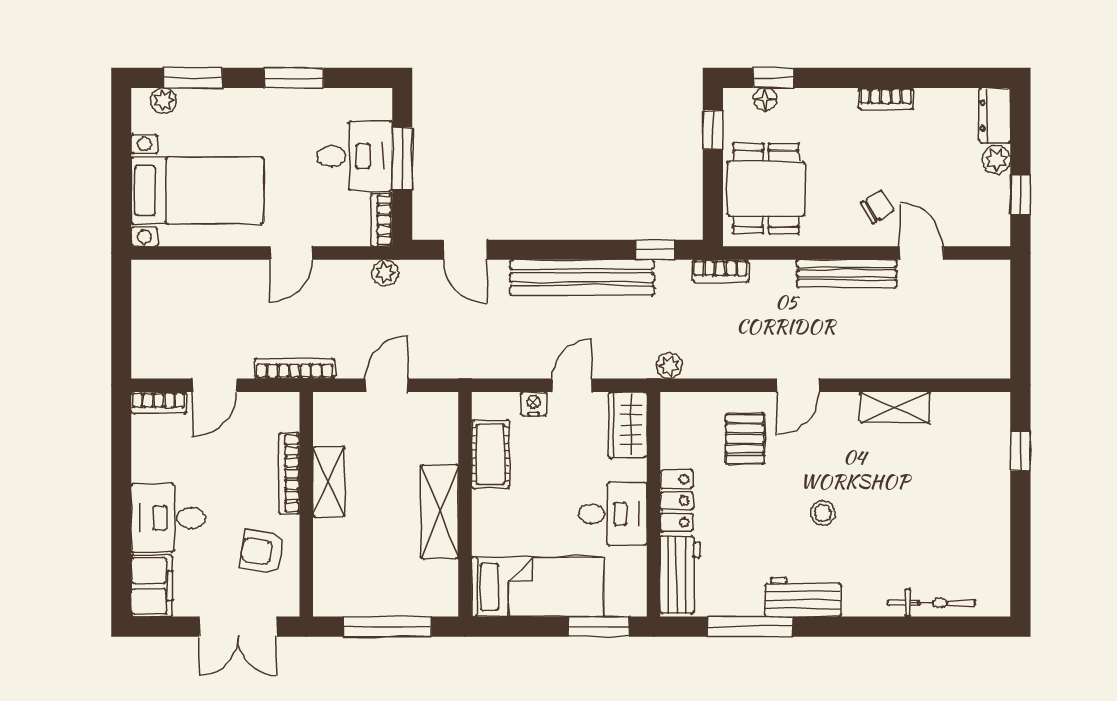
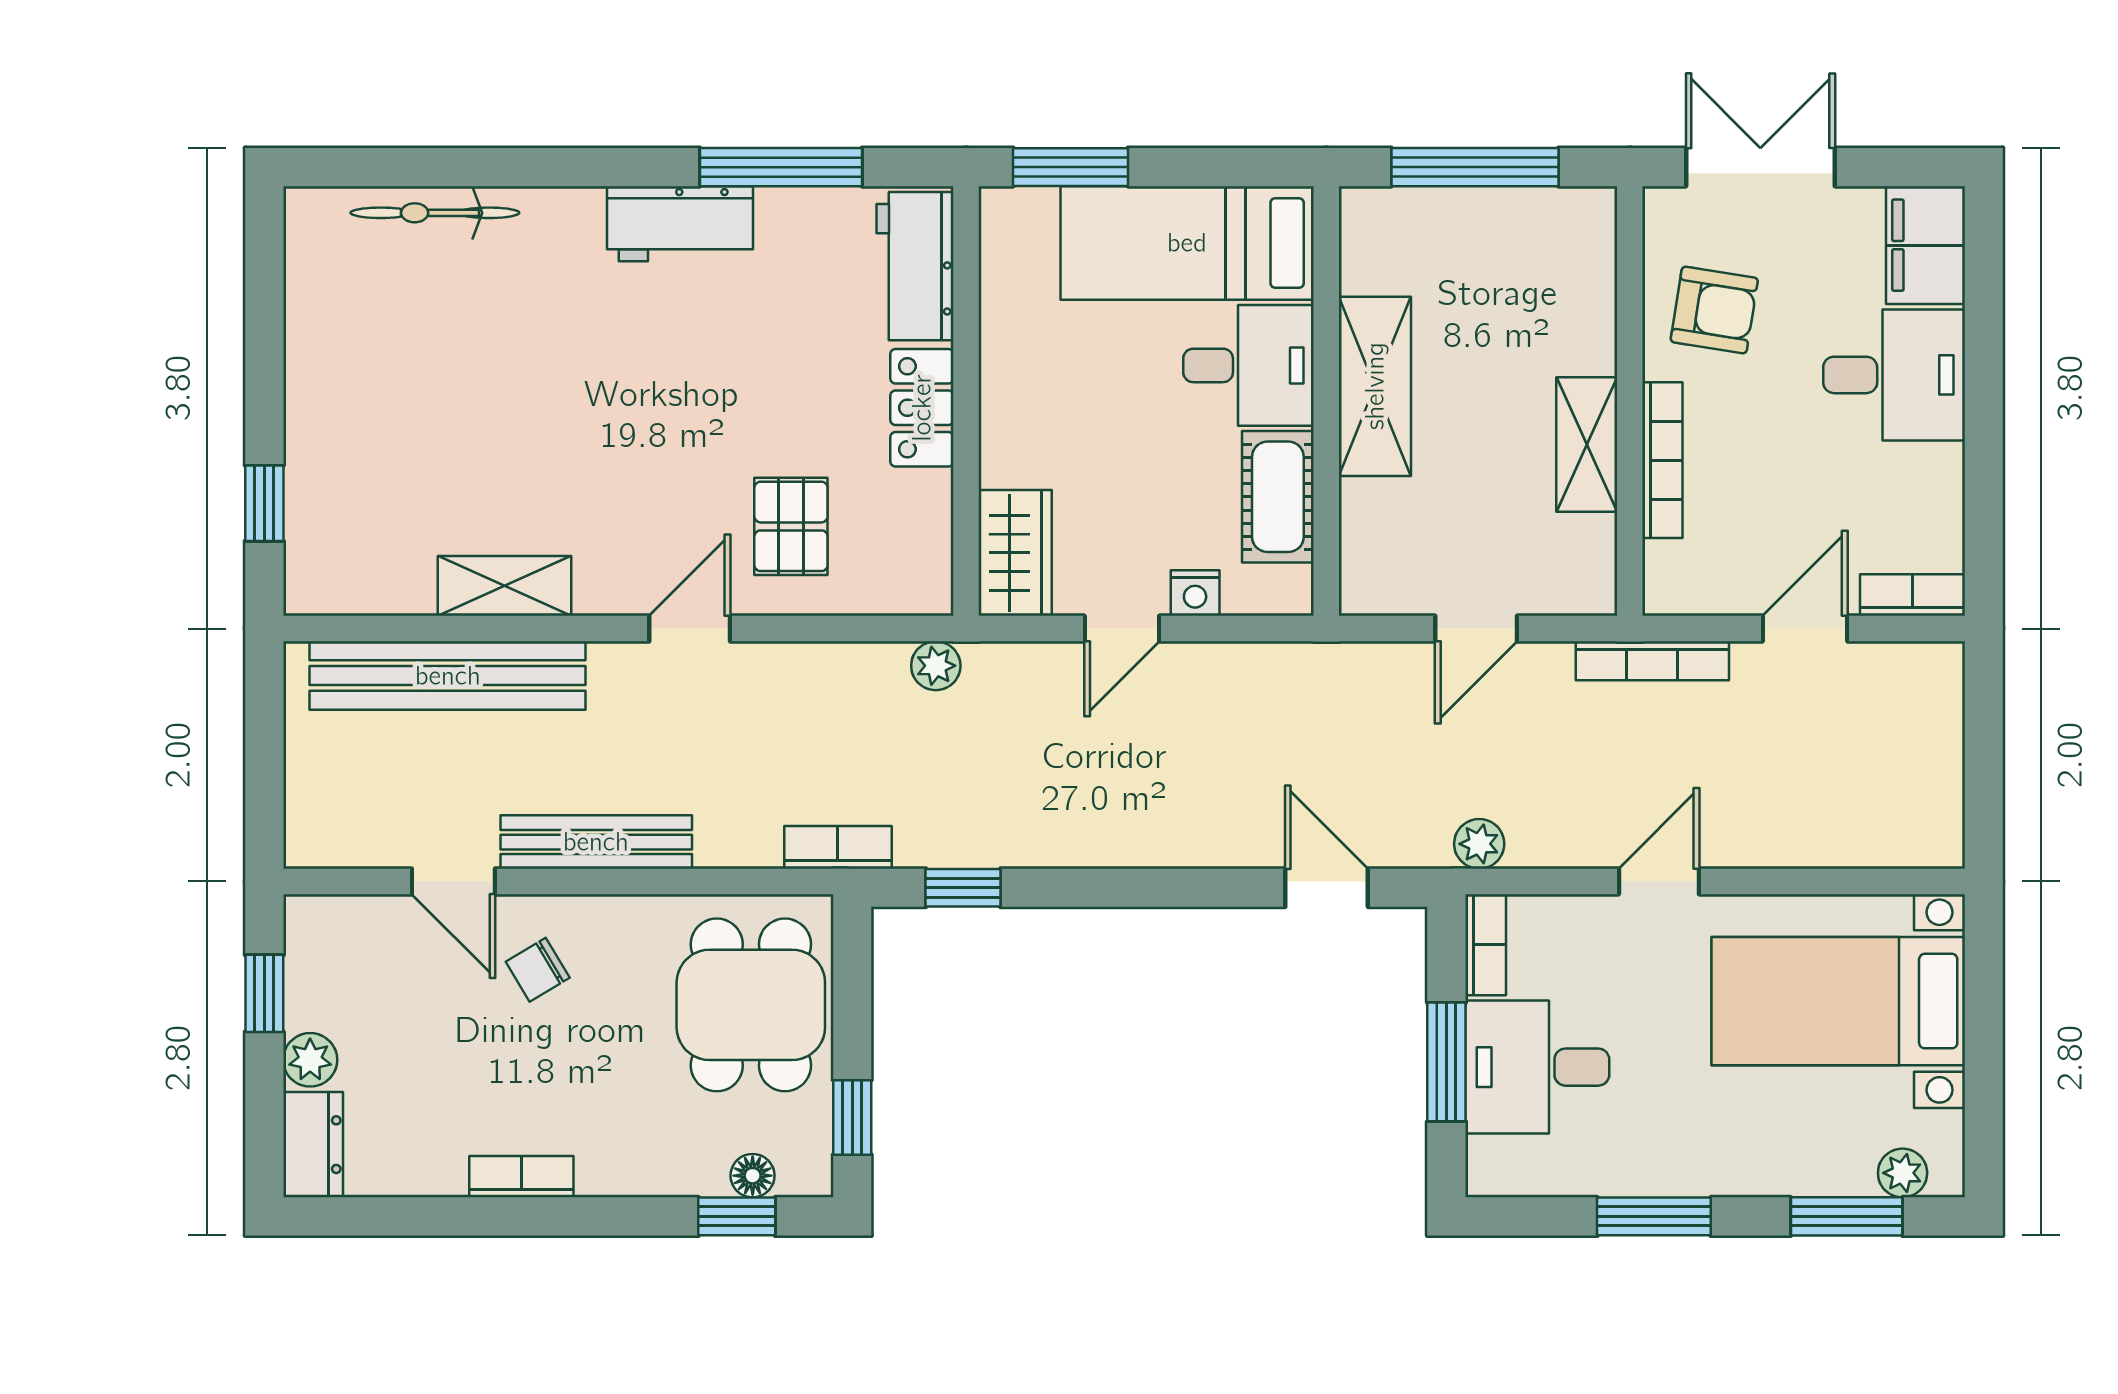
bench: (582, 278) -> (448, 676), moved
stool: (823, 513) -> (642, 385), removed
desk: (613, 514) -> (1249, 365), moved, turned 180

